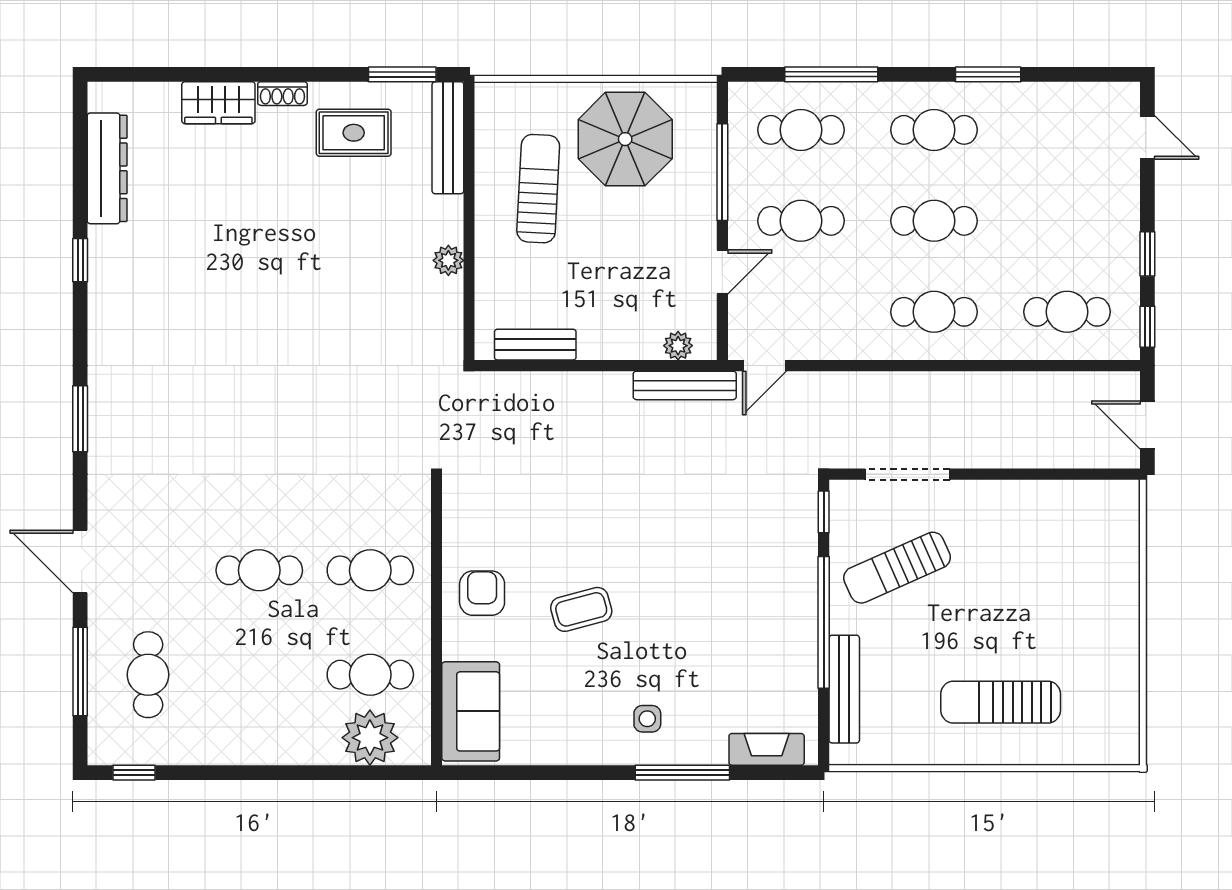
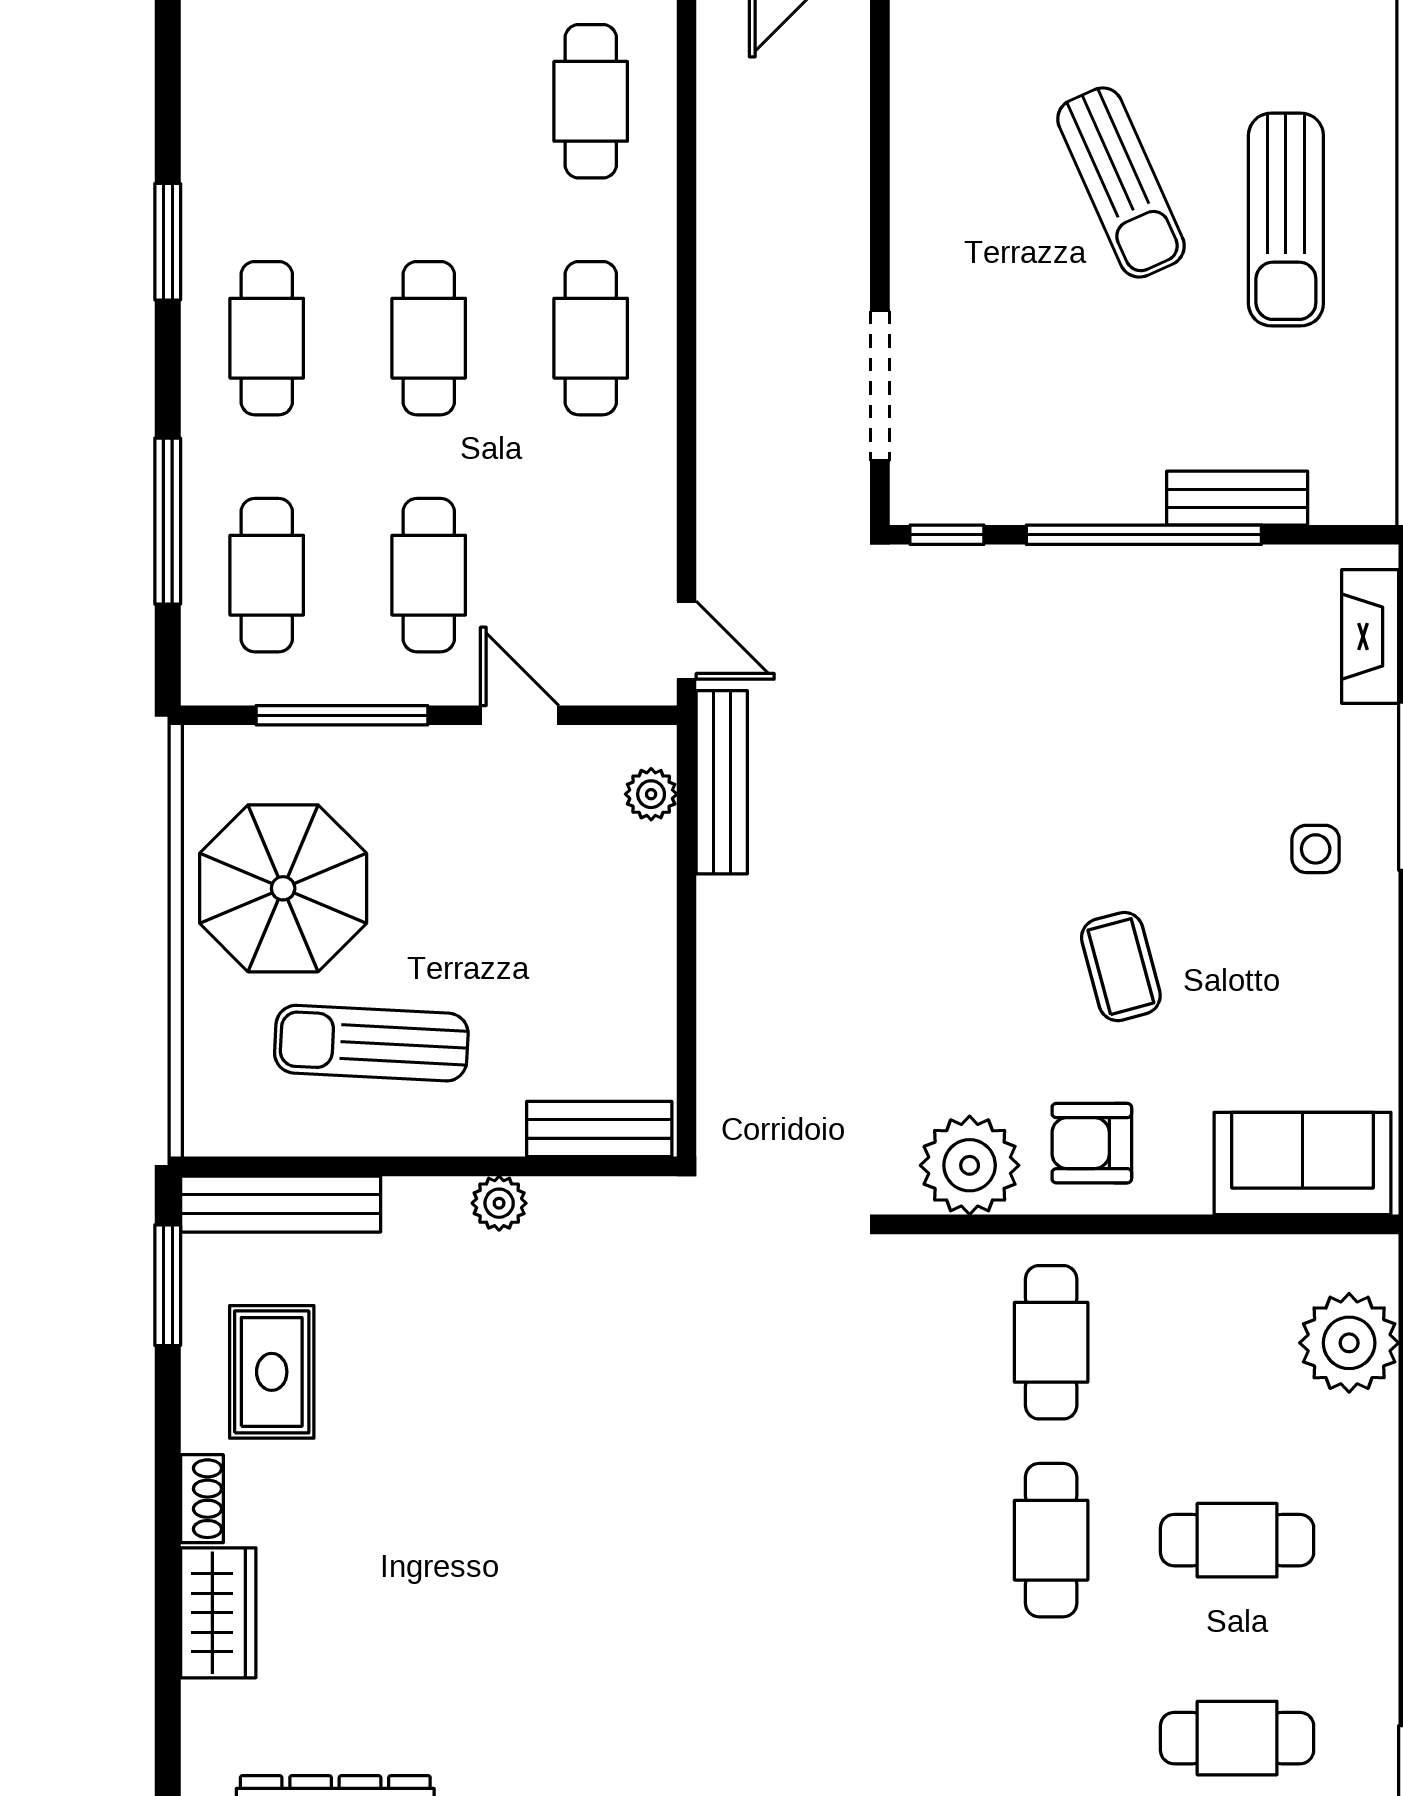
bench: (535, 345) -> (599, 1129), moved, turned 90
plant: (470, 524) -> (970, 1165), added
sun lounger: (897, 568) -> (1121, 182), moved
cafe table: (370, 675) -> (1237, 1540), moved, turned 90
bench: (844, 689) -> (1237, 498), width x0.73

